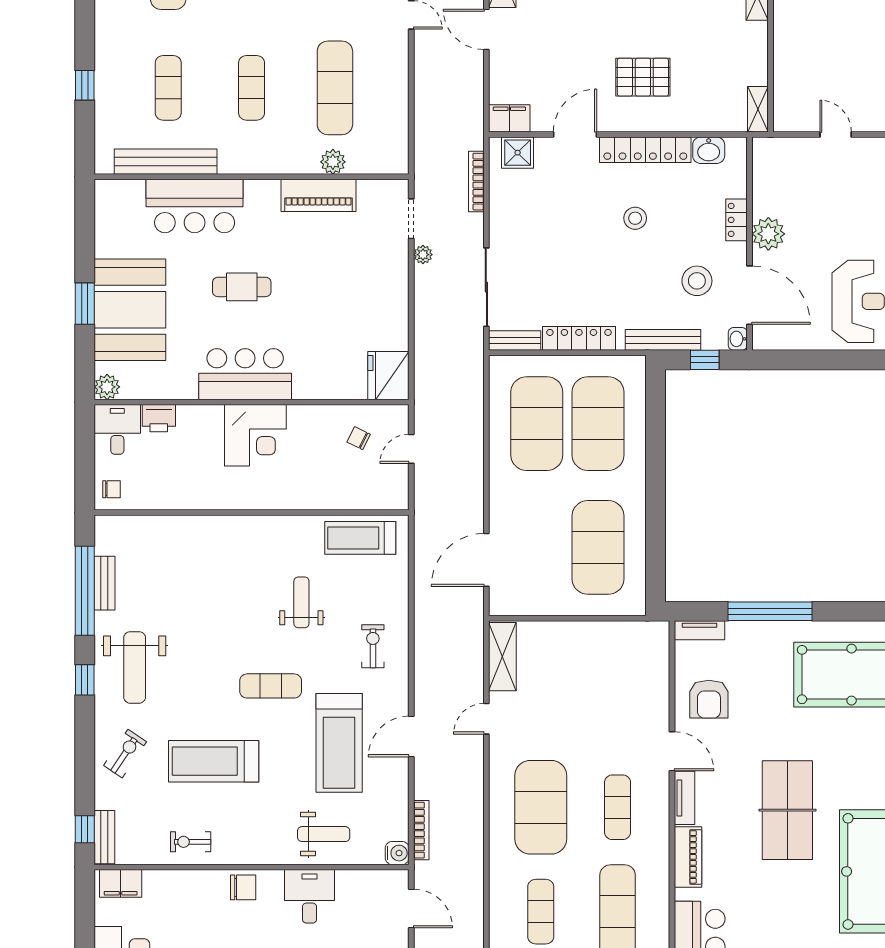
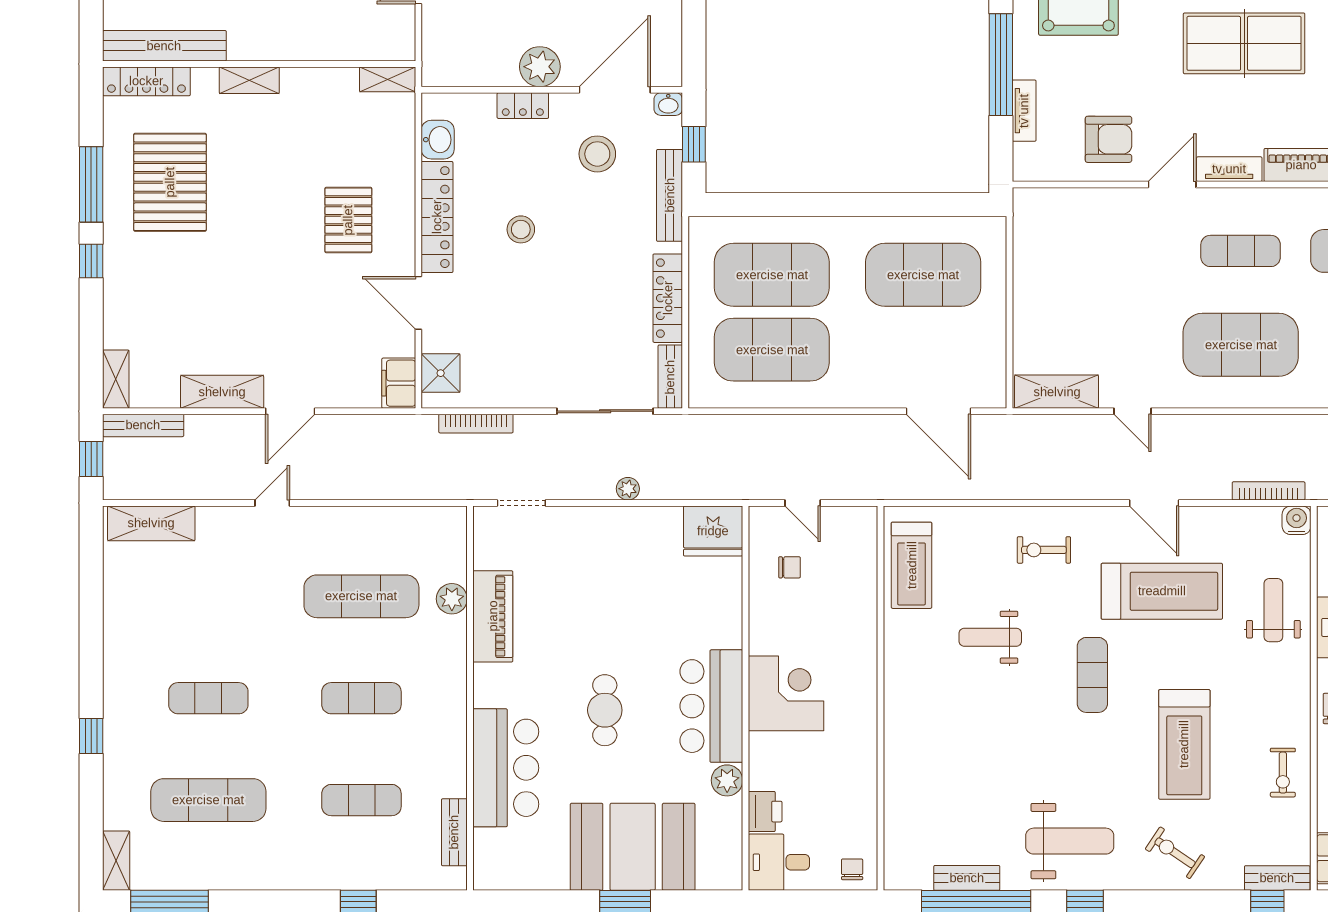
bench: (166, 162) -> (454, 832), width x0.54, depth x0.82
plant: (423, 255) -> (628, 489), moved
plant: (107, 387) -> (727, 780), moved
chair: (359, 438) -> (790, 567), turned -116
tv unit: (699, 630) -> (1024, 111), moved

